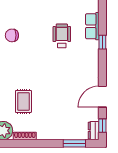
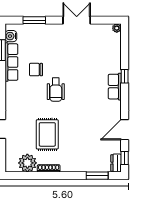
row of seats: (92, 26) -> (115, 87), moved
wheelchair: (62, 36) -> (56, 90), moved, turned 180
rug: (23, 101) -> (47, 134), width x1.36, depth x1.43

